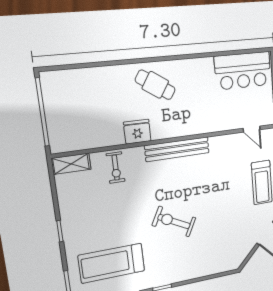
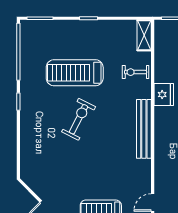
treadmill: (112, 263) -> (75, 73), moved, turned -90

